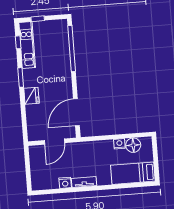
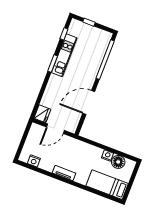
kitchen unit: (27, 45) -> (64, 55), moved
fridge: (31, 96) -> (42, 114), moved
door: (76, 112) -> (89, 102), moved
nightstand: (65, 183) -> (34, 161), moved

